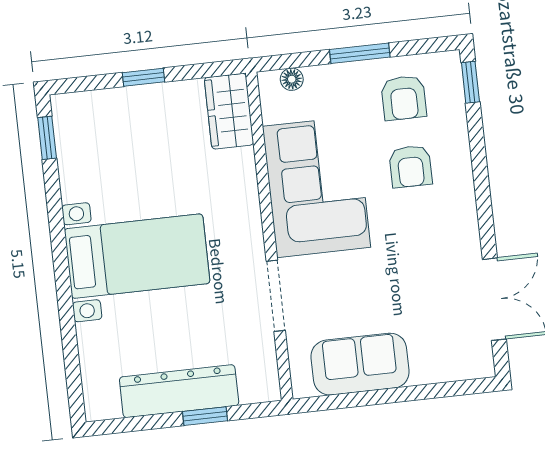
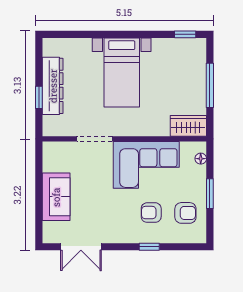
window: (144, 77) -> (210, 85), width x2.17
window: (470, 82) -> (149, 247), moved
armchair: (404, 98) -> (185, 213), turned 180
sofa: (360, 364) -> (56, 197), moved

